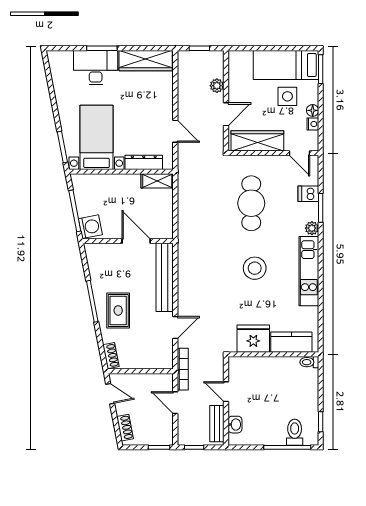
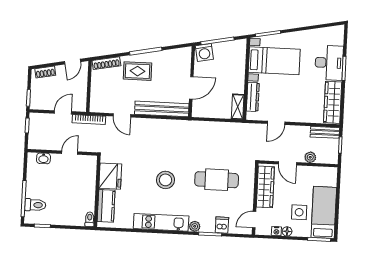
shoe rack: (111, 356) -> (106, 63), width x1.43
bench: (217, 424) -> (325, 132), moved

